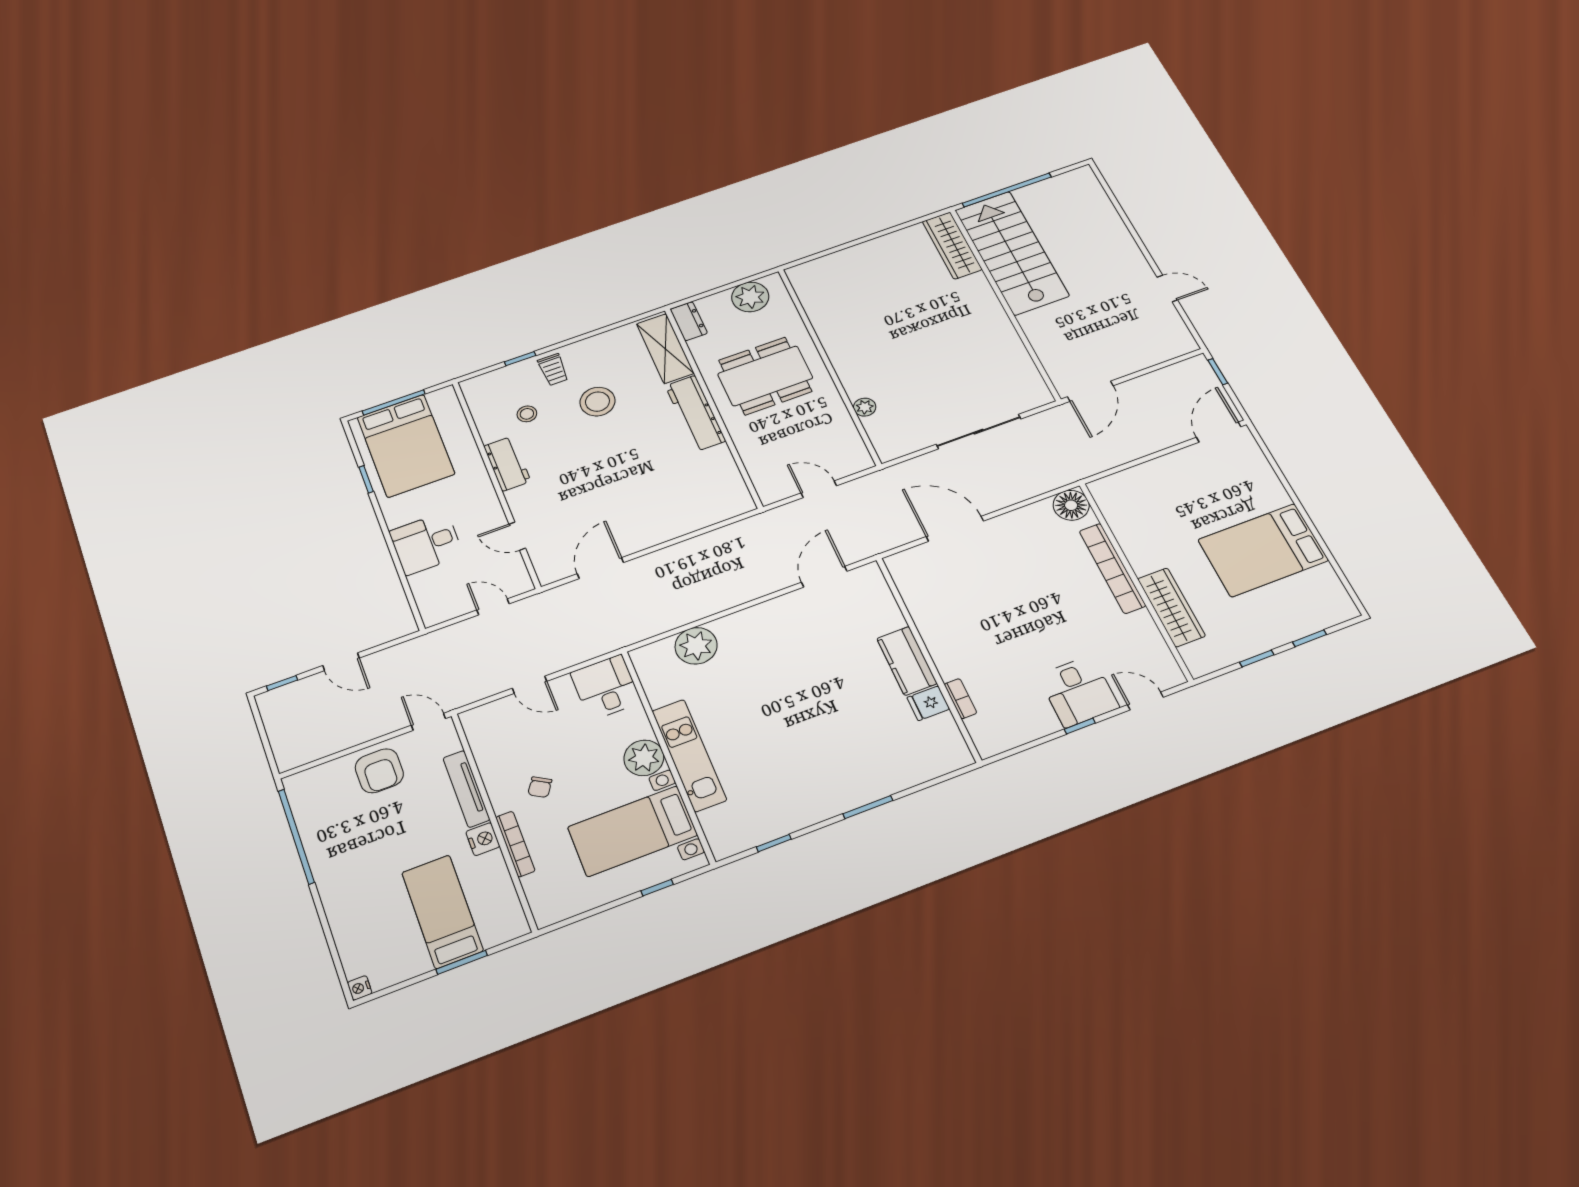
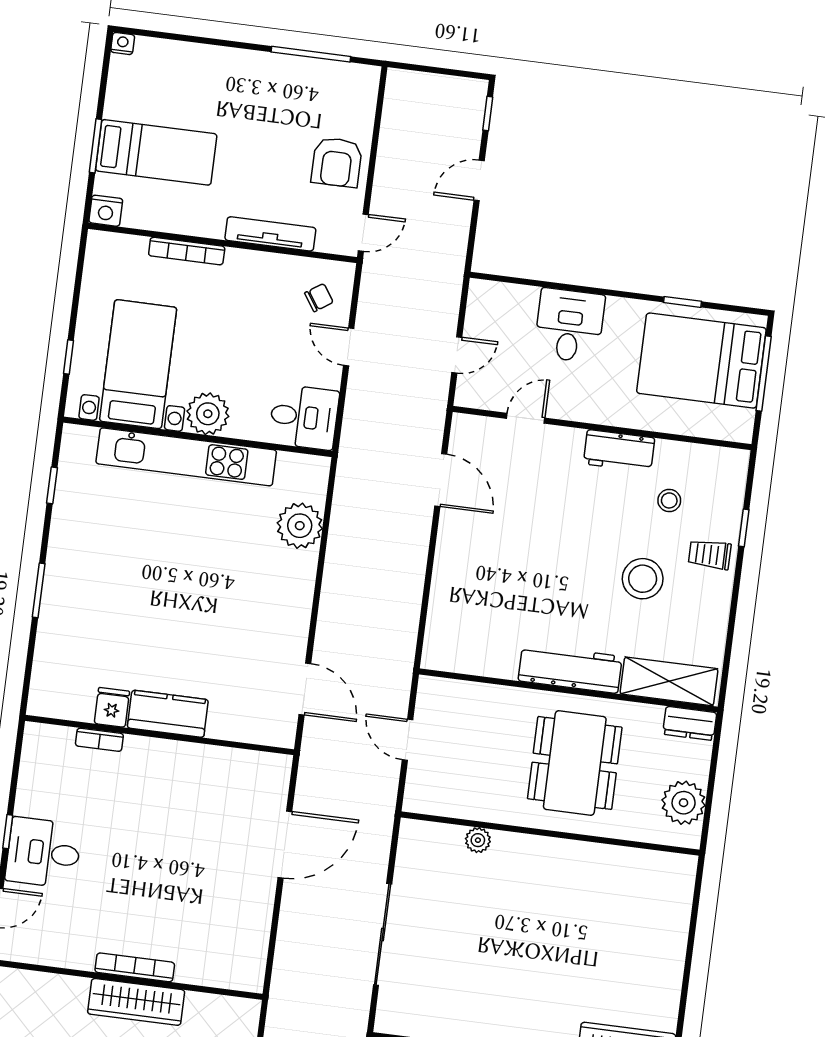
door: (819, 489) -> (407, 740), swing flipped
floor lamp: (1071, 505) -> (246, 972), removed
bookcase: (1112, 568) -> (135, 967), width x0.68, depth x0.76
wardrobe: (1171, 607) -> (136, 1002), moved
door: (530, 685) -> (349, 347), hinge flipped
kitchen unit: (689, 755) -> (186, 457), width x1.36
armchair: (379, 771) -> (337, 162), turned -90
chair: (540, 787) -> (319, 298), moved, turned 114
window: (296, 836) -> (311, 54), width x0.68
nightstand: (483, 839) -> (106, 211), moved

